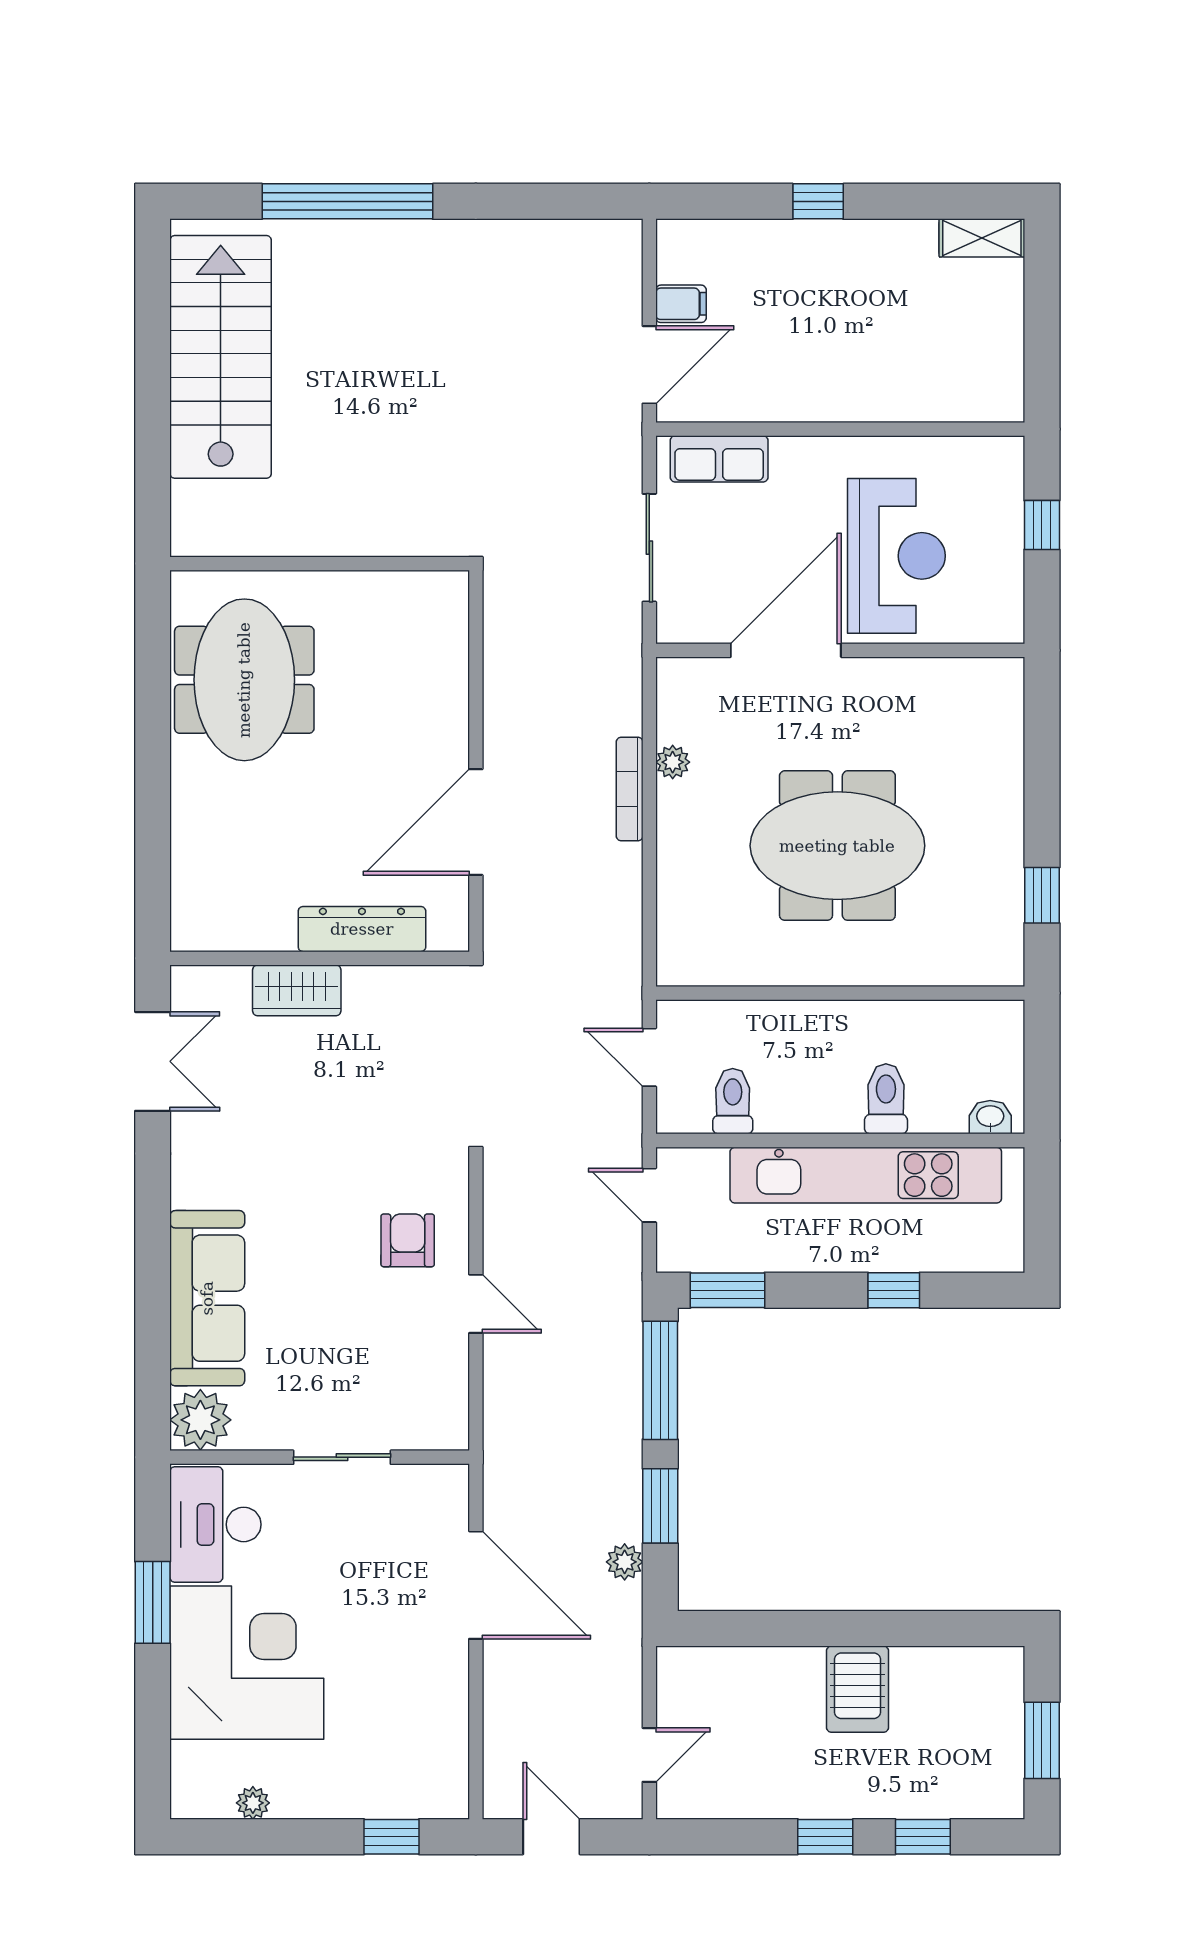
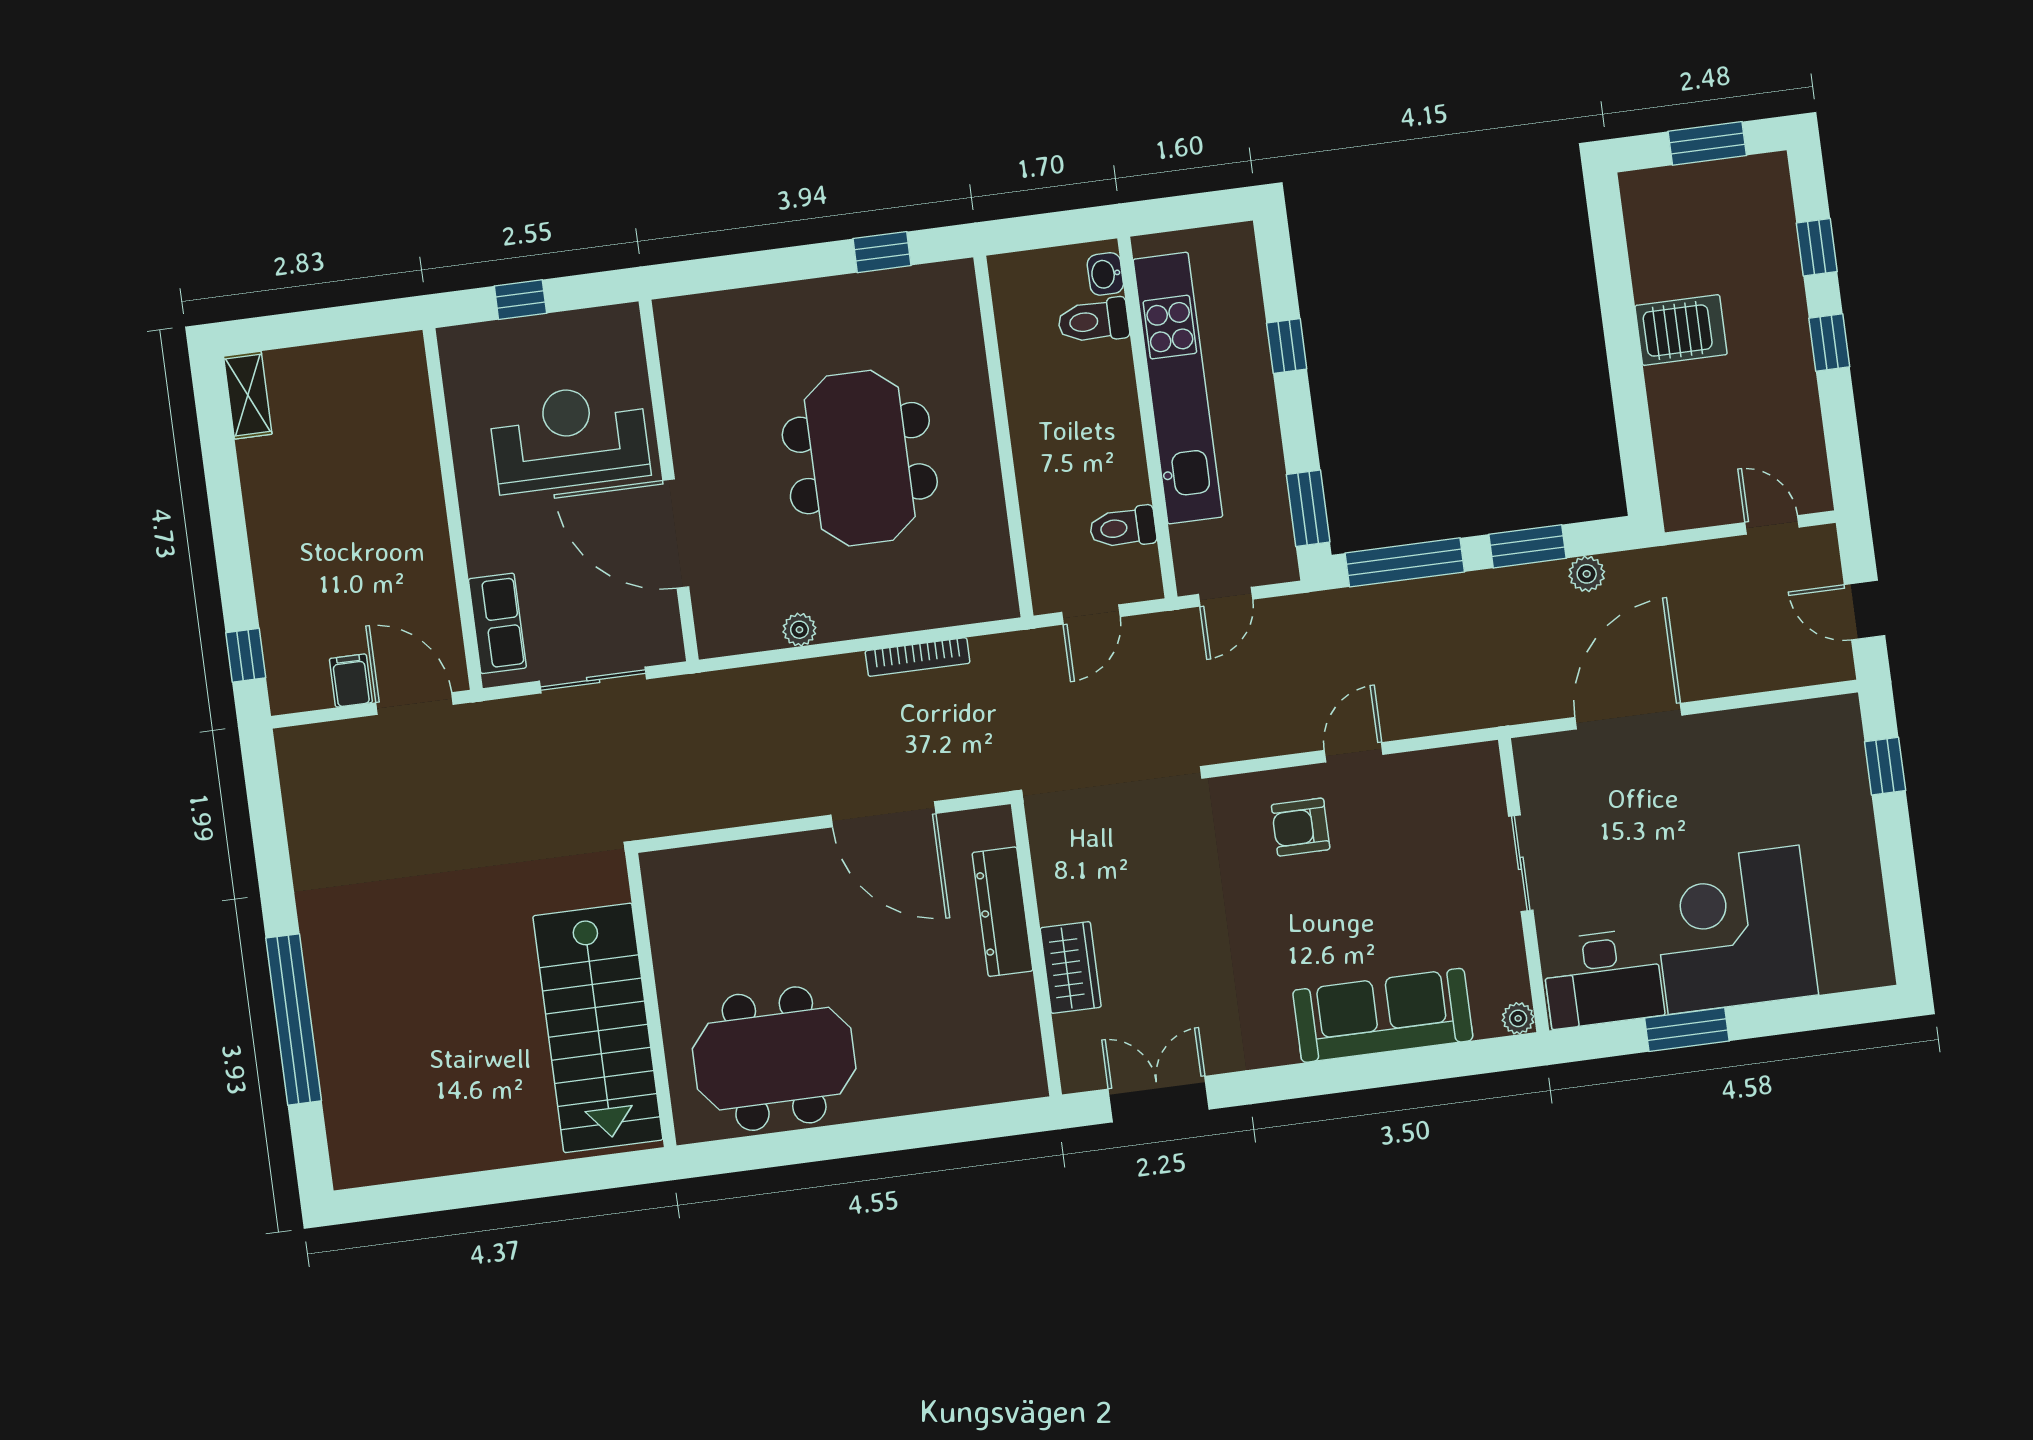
window: (818, 201) -> (246, 655), moved
stairs: (221, 357) -> (598, 1028), moved, turned -90
bookcase: (630, 789) -> (918, 657), moved
toilet: (886, 1099) -> (1093, 321), moved
plant: (200, 1420) -> (1518, 1018), width x0.53, depth x0.53
plant: (253, 1803) -> (1870, 906), removed
door: (551, 1837) -> (1864, 610), hinge flipped

